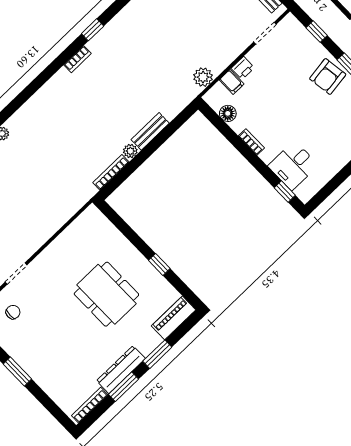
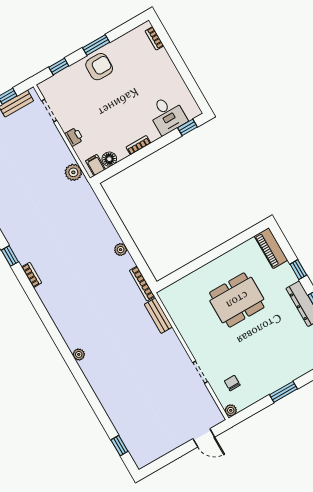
armchair: (328, 77) -> (99, 67), turned -82
filing cabinet: (232, 82) -> (95, 165), moved, turned -90
bench: (150, 131) -> (158, 316), moved
bookcase: (111, 172) -> (142, 284), moved
window: (159, 264) -> (223, 249), removed
window: (157, 354) -> (298, 270), width x0.67

